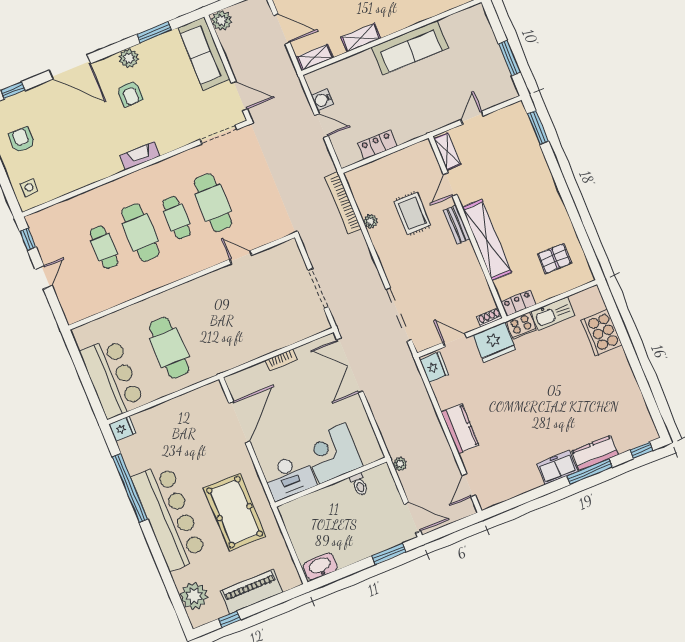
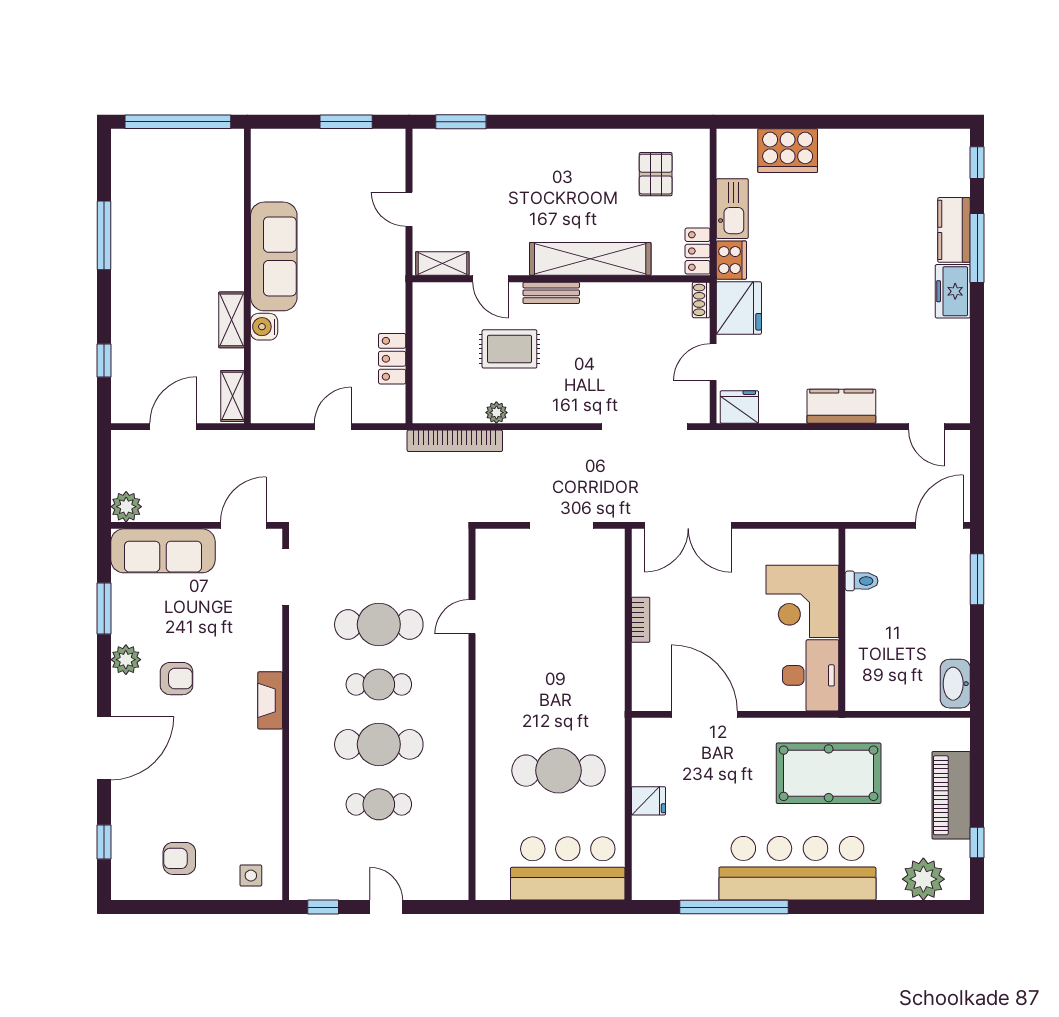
water cooler: (323, 100) -> (264, 327), moved, turned 90
fridge: (123, 429) -> (648, 801), moved, turned 90
plant: (400, 464) -> (857, 512), removed

